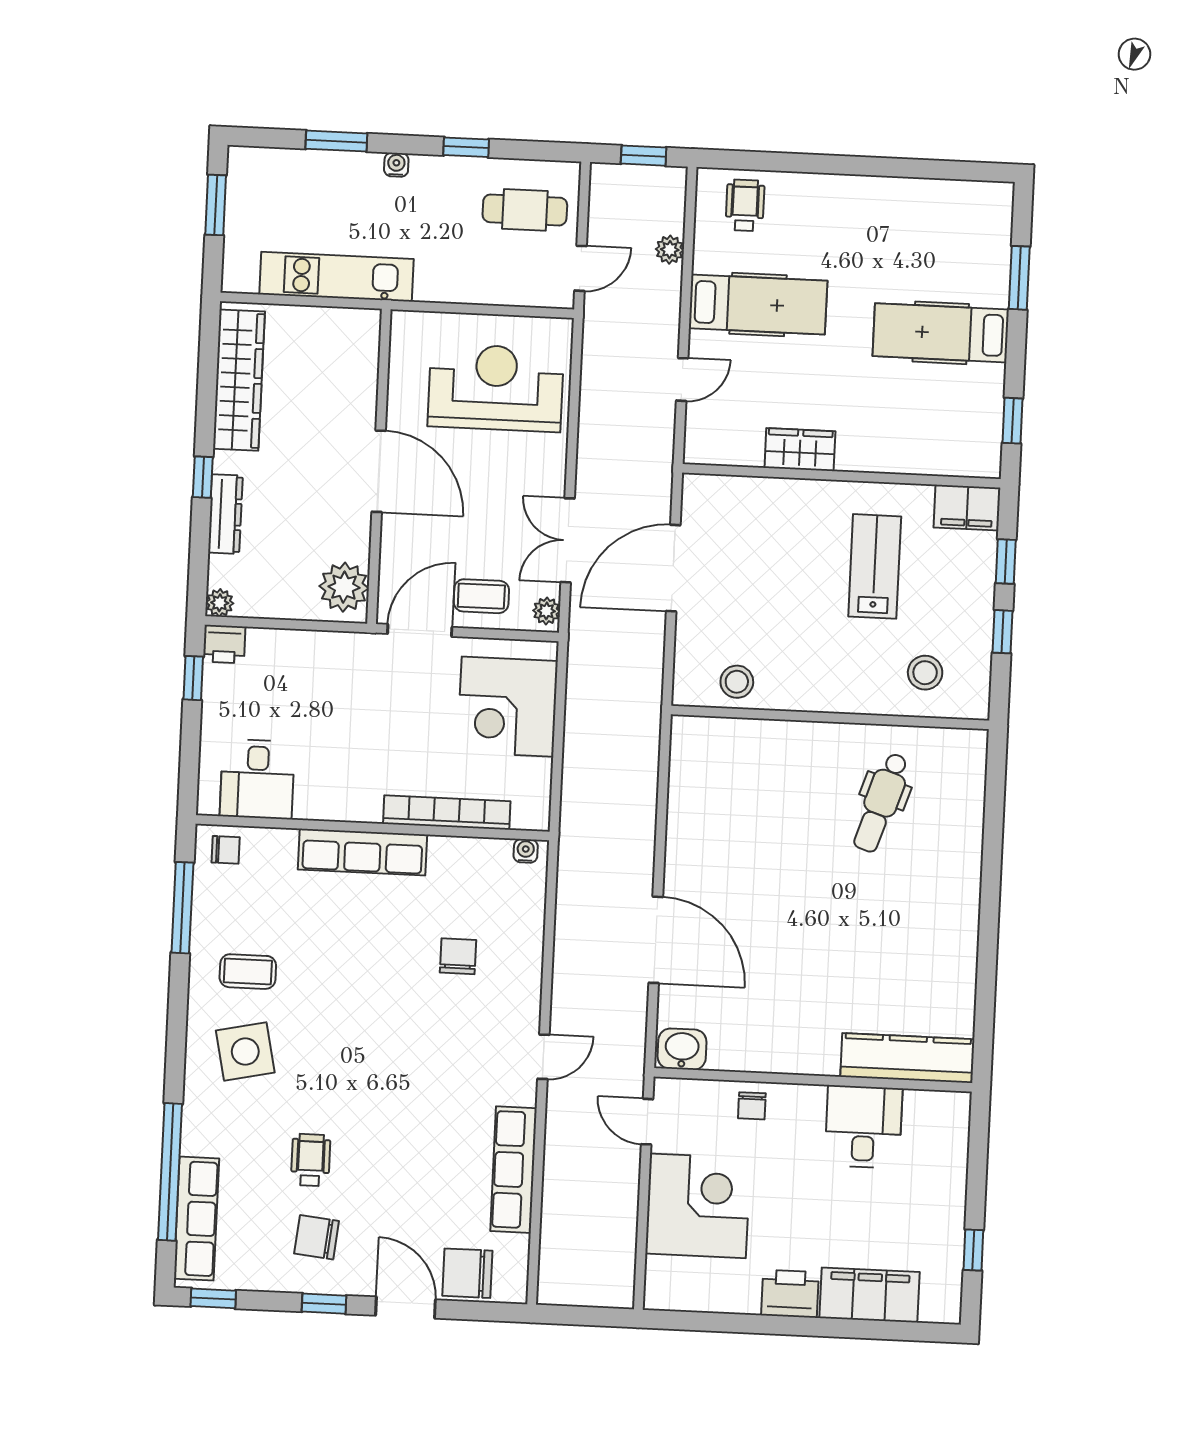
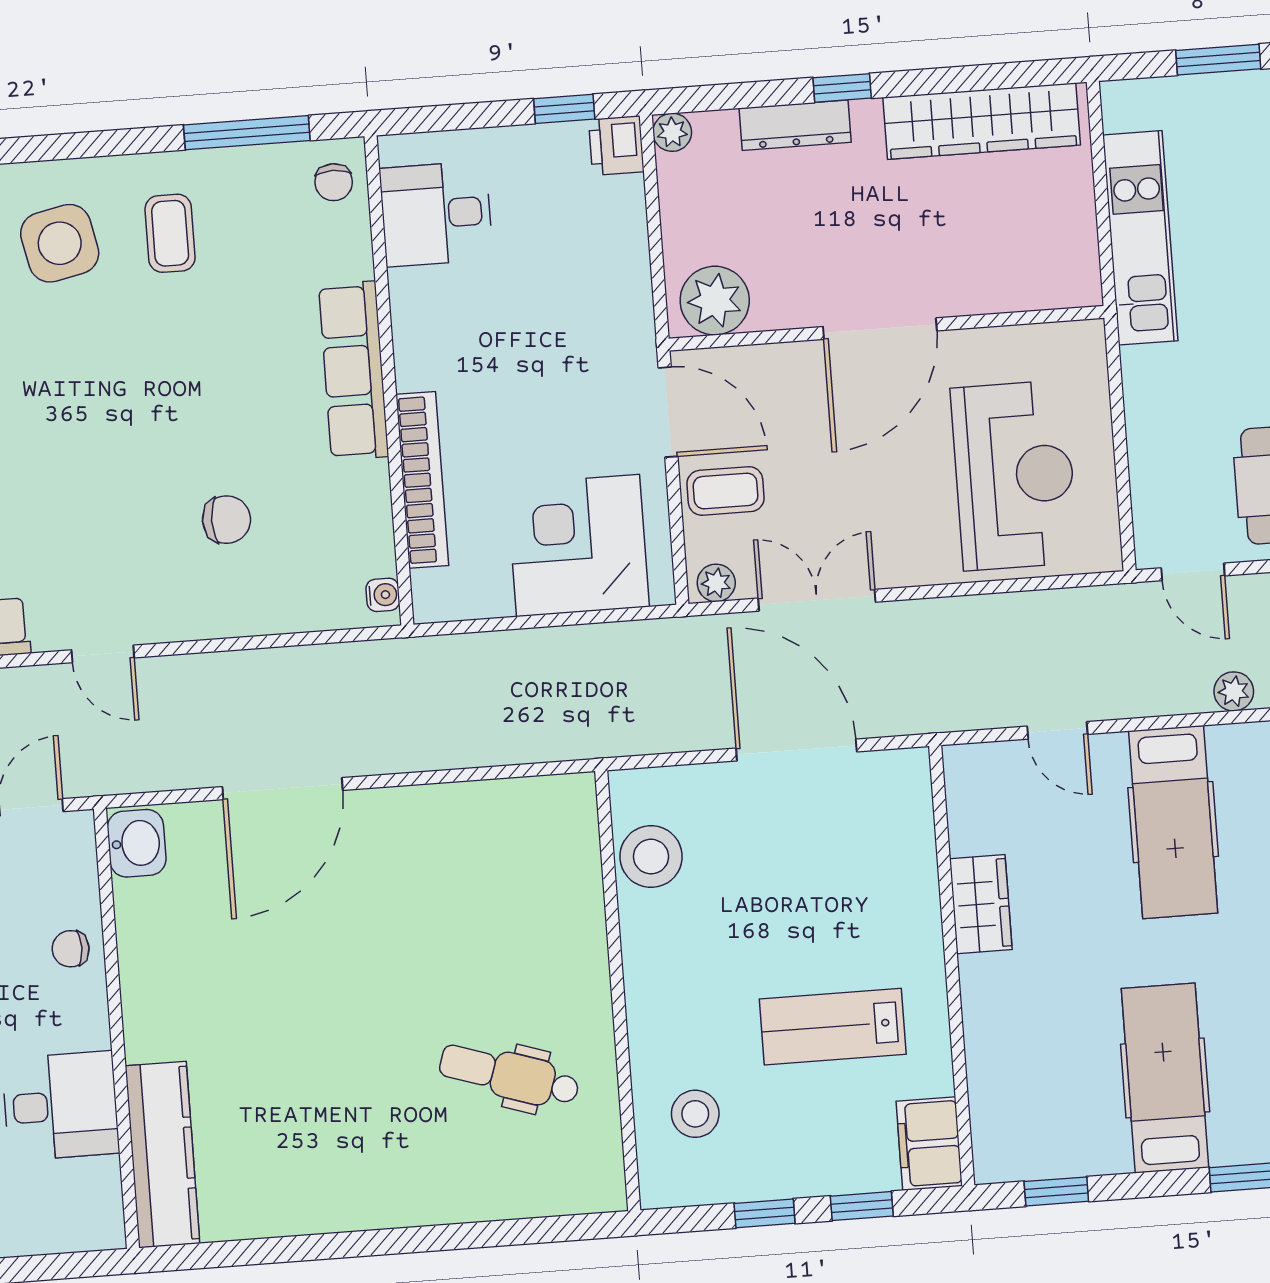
lab bench: (875, 566) -> (833, 1027), turned 180
coffee table: (481, 596) -> (726, 491), turned 90
stool: (737, 682) -> (651, 857), width x1.38, depth x1.38

